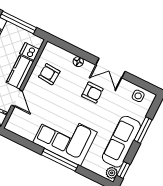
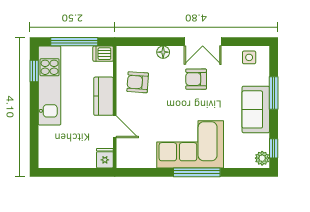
dishwasher: (30, 52) -> (103, 54), moved
armchair: (92, 93) -> (196, 79), turned 180
sofa: (121, 142) -> (256, 109), width x0.73

